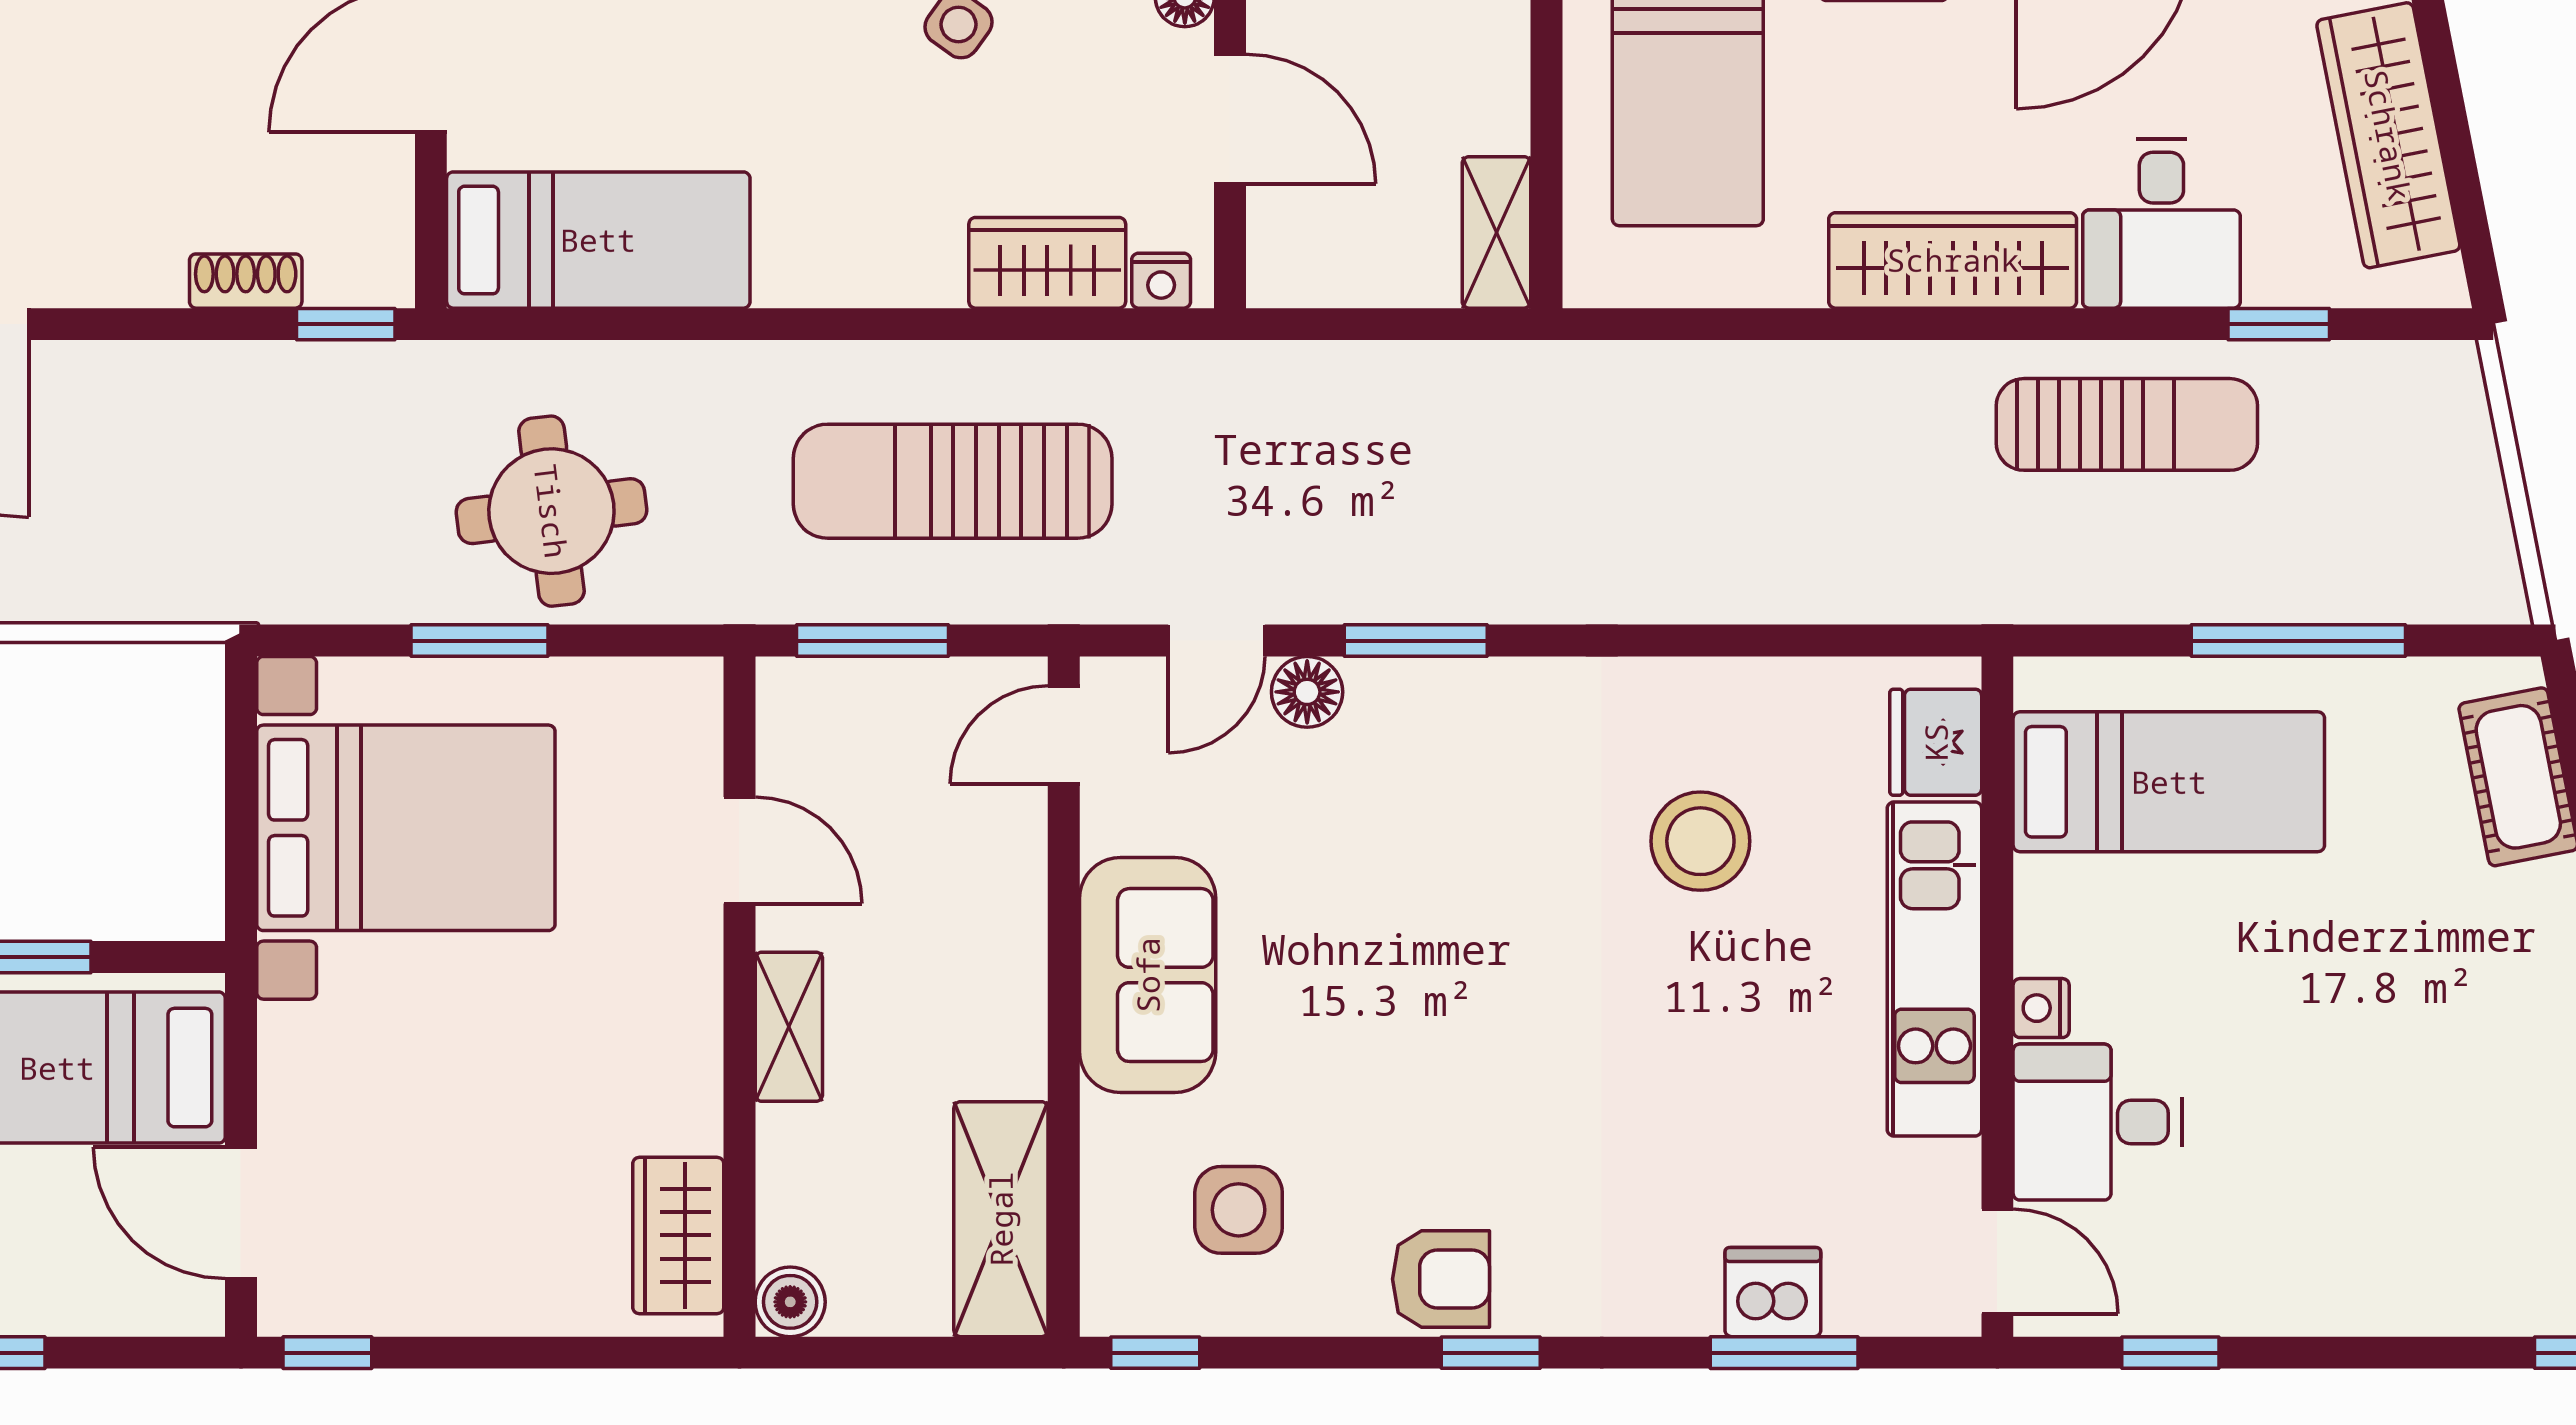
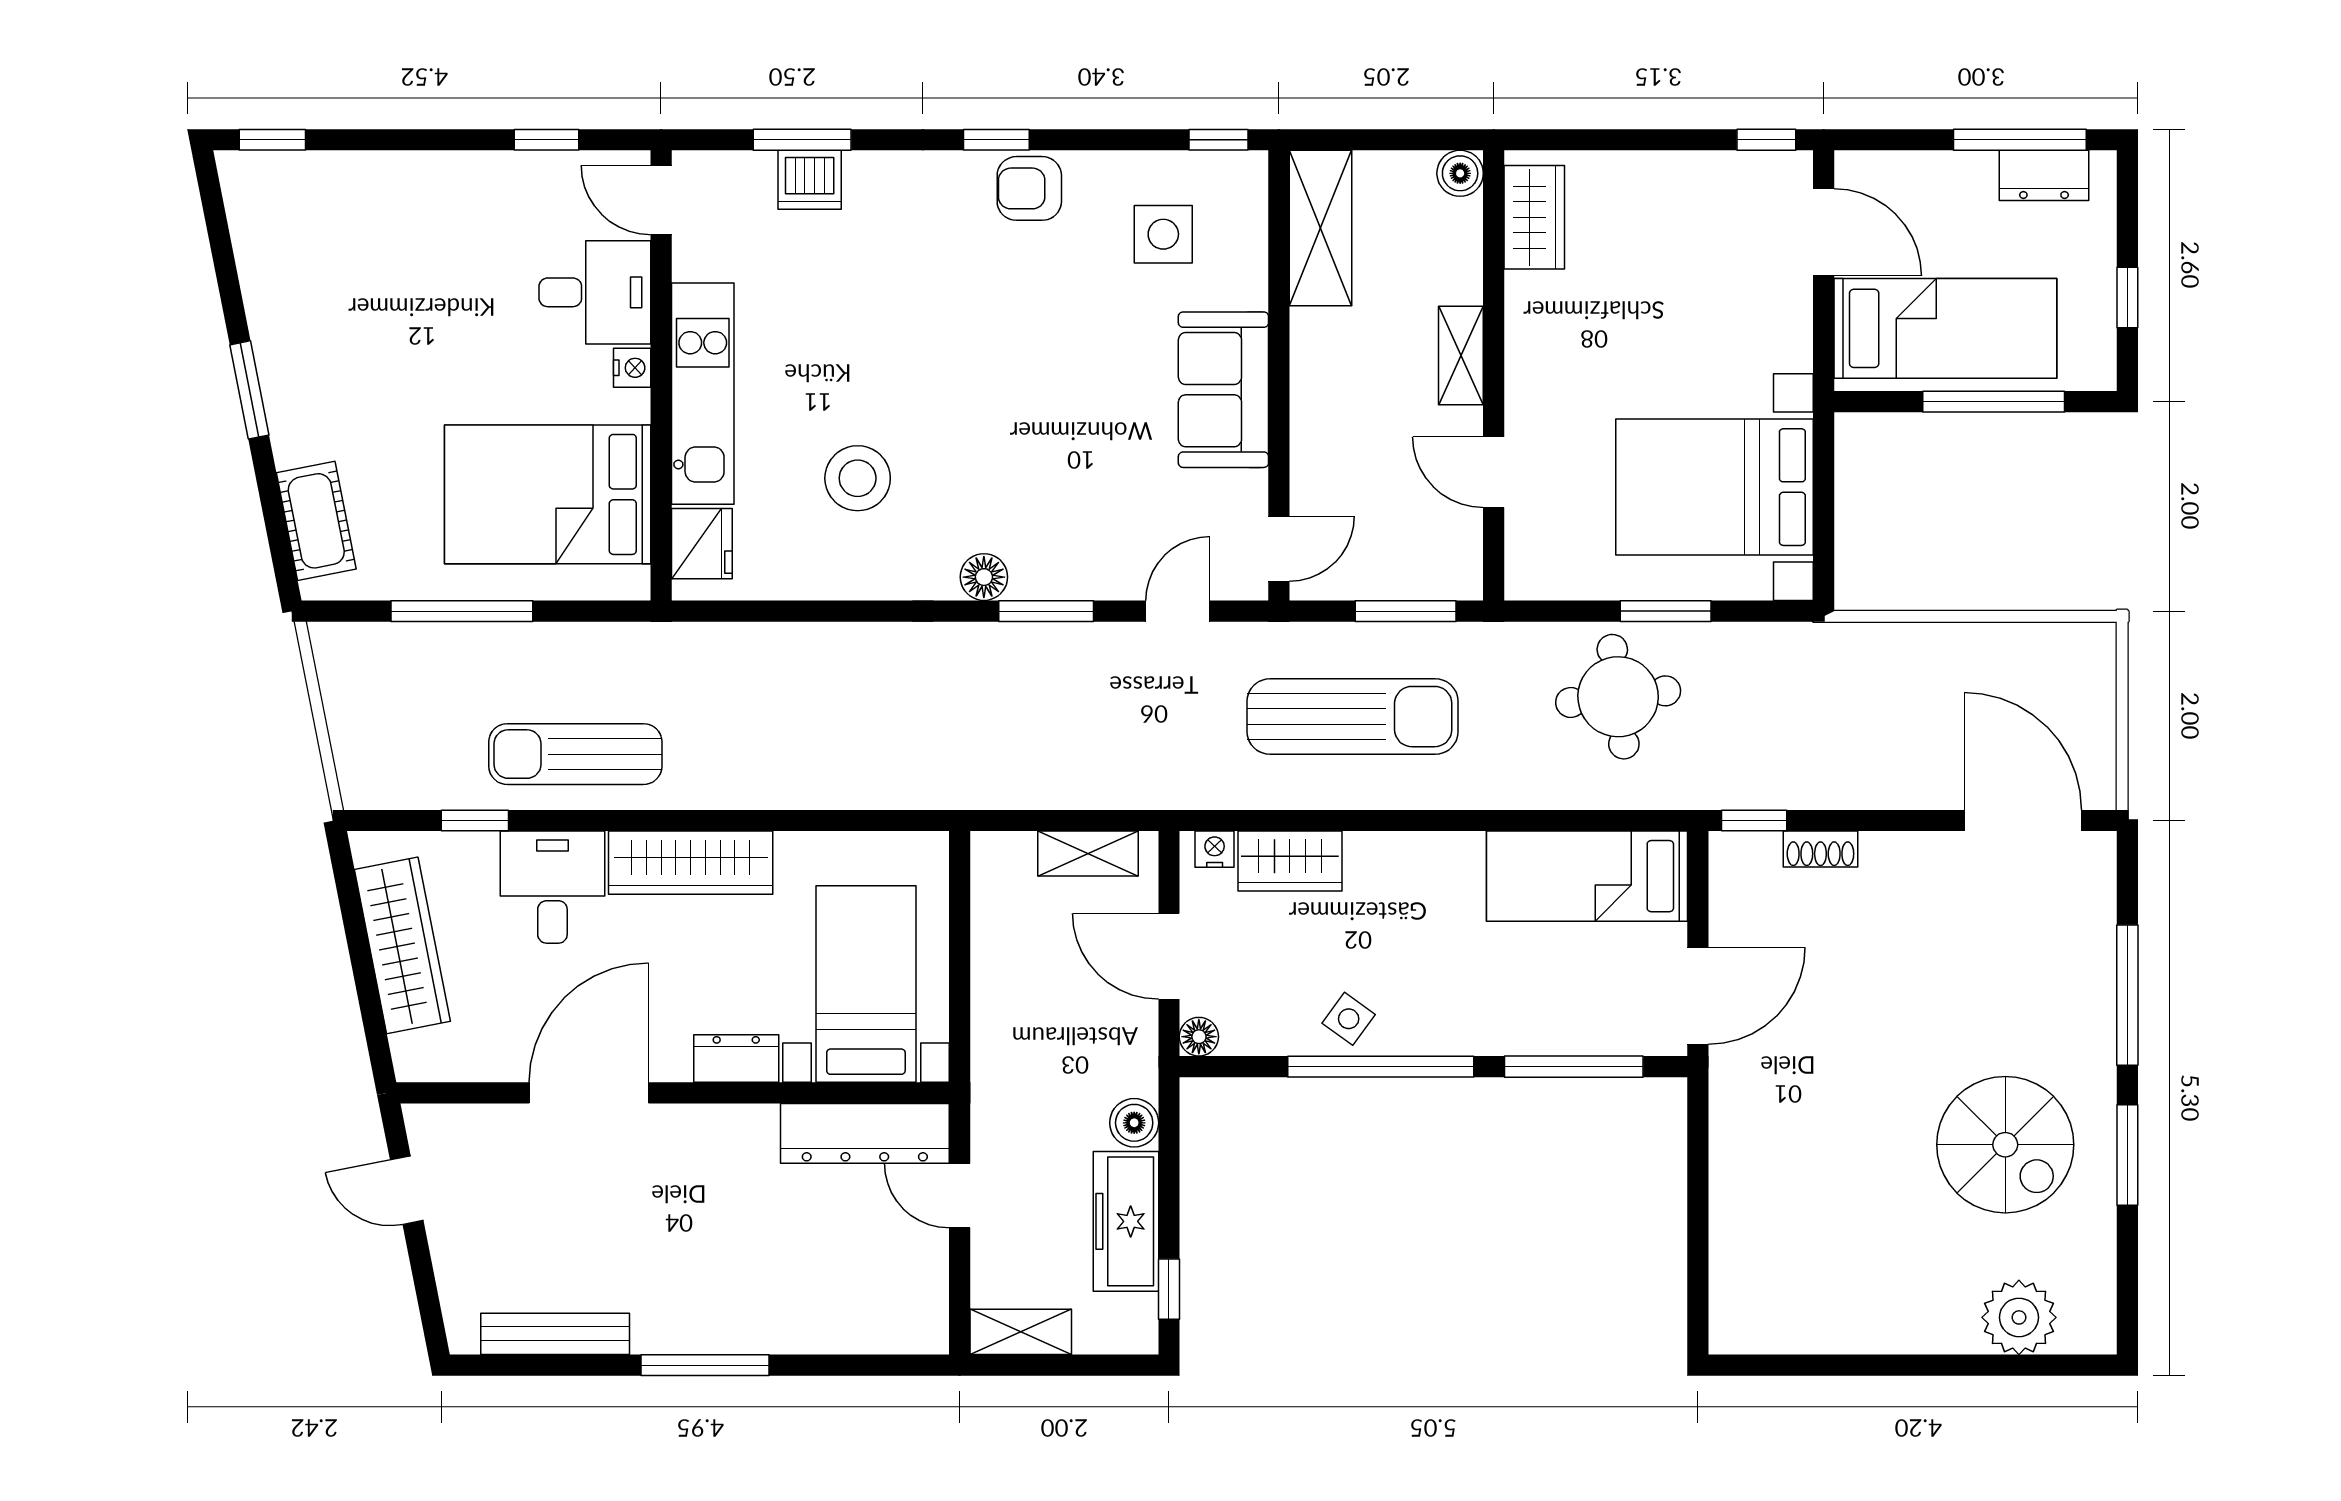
shelving: (1496, 232) -> (1088, 854), moved, turned 90
floor lamp: (1307, 692) -> (984, 577), moved
bed: (2169, 782) -> (548, 494), width x1.50

